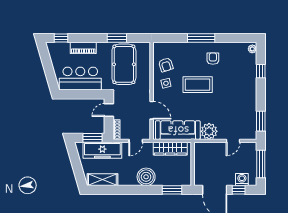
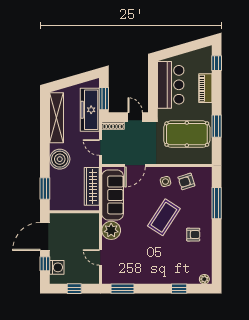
window: (201, 38) -> (217, 203), moved
coffee table: (198, 85) -> (164, 217), turned 33
window: (261, 164) -> (74, 289), width x0.46
shelving: (102, 180) -> (57, 118), width x1.47

